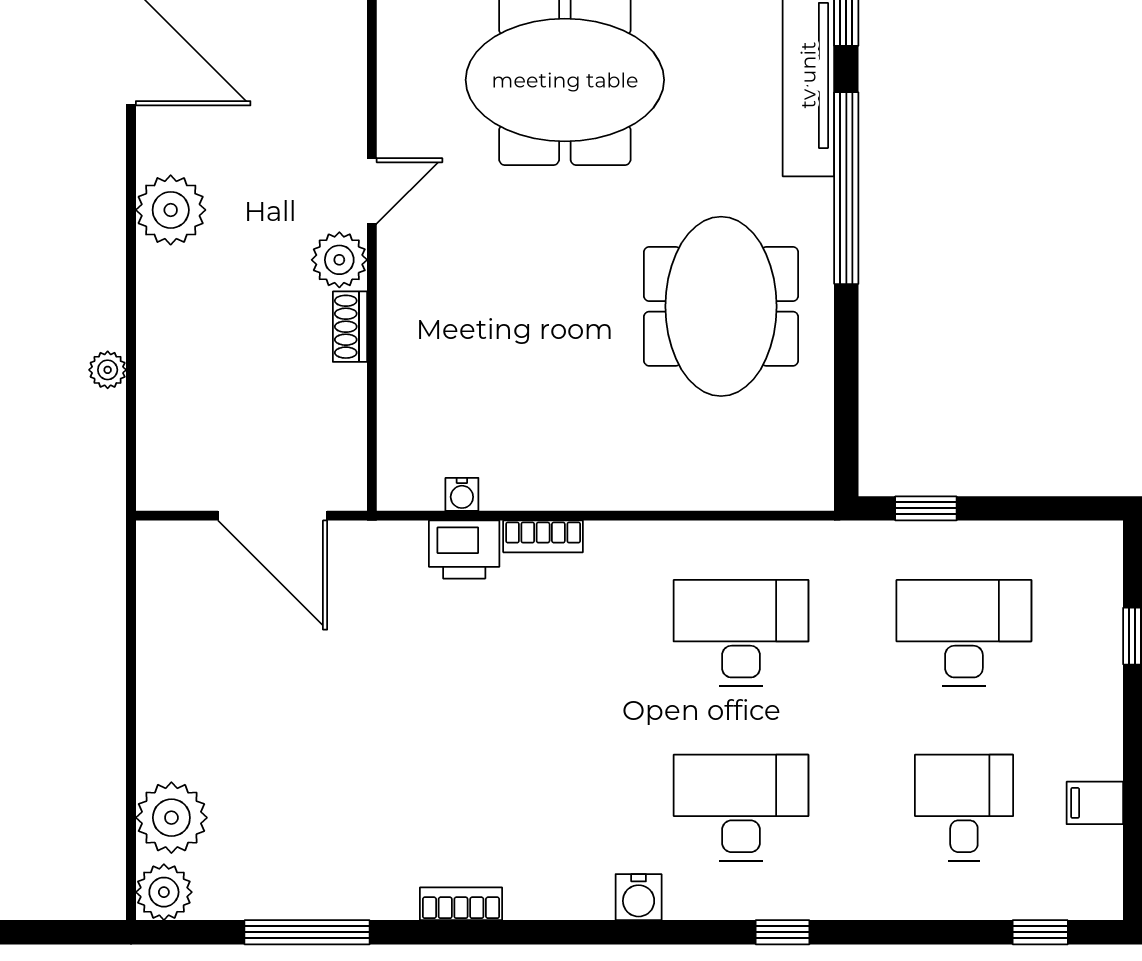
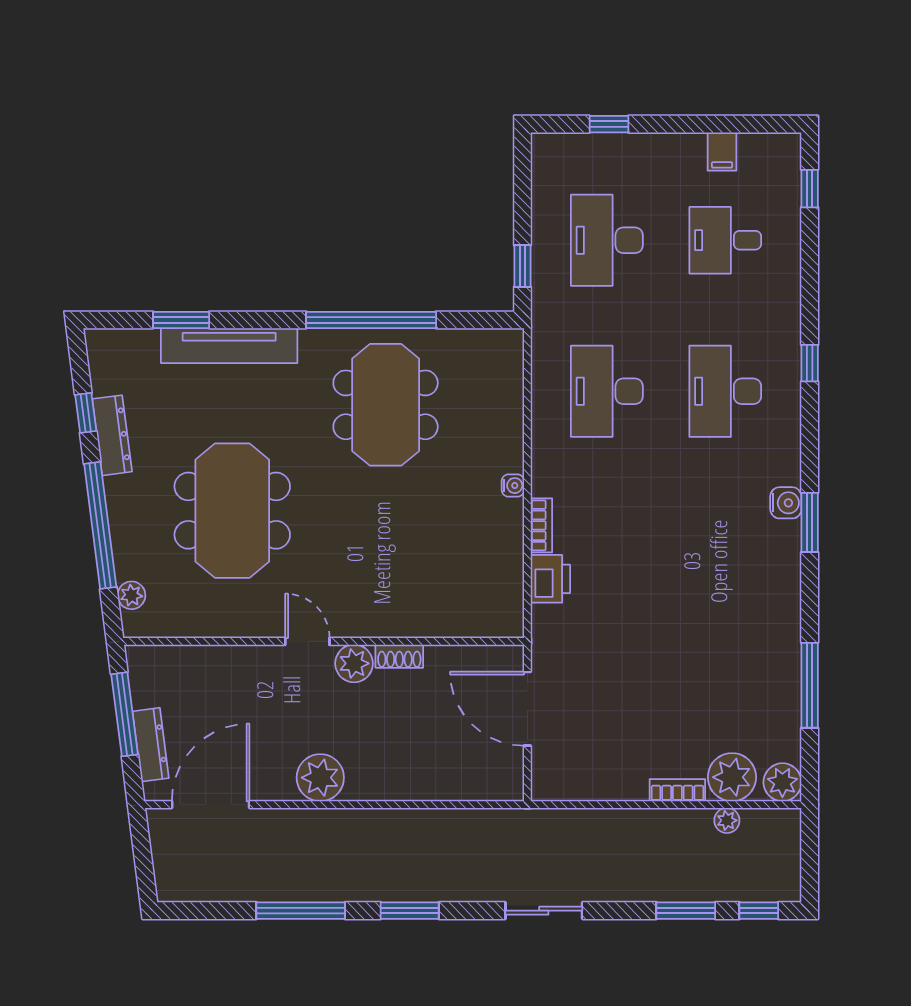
window: (846, 188) -> (371, 320), moved
meeting table: (721, 306) -> (386, 405), turned 90
plant: (108, 370) -> (727, 820), moved
water cooler: (462, 494) -> (513, 486), moved
door: (273, 516) -> (527, 709), swing flipped
water cooler: (639, 897) -> (786, 503), moved
bookcase: (461, 904) -> (677, 790), moved, turned 90
window: (547, 932) -> (810, 522), added

